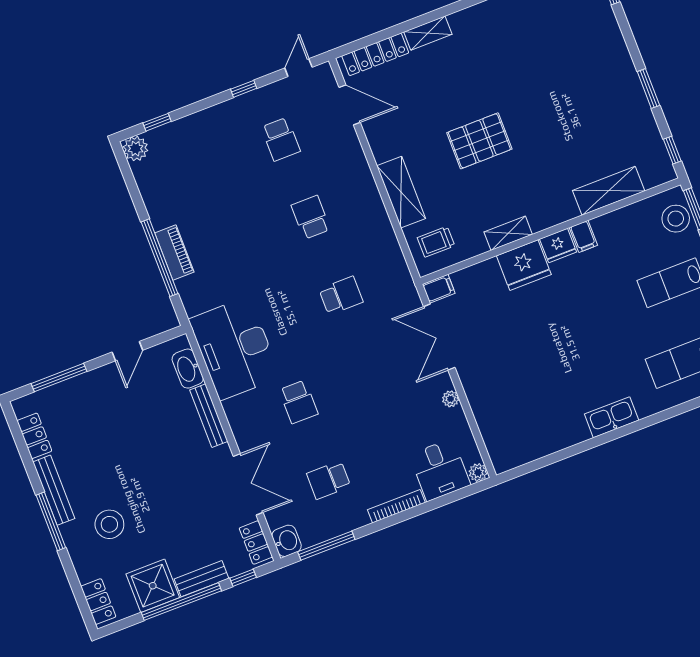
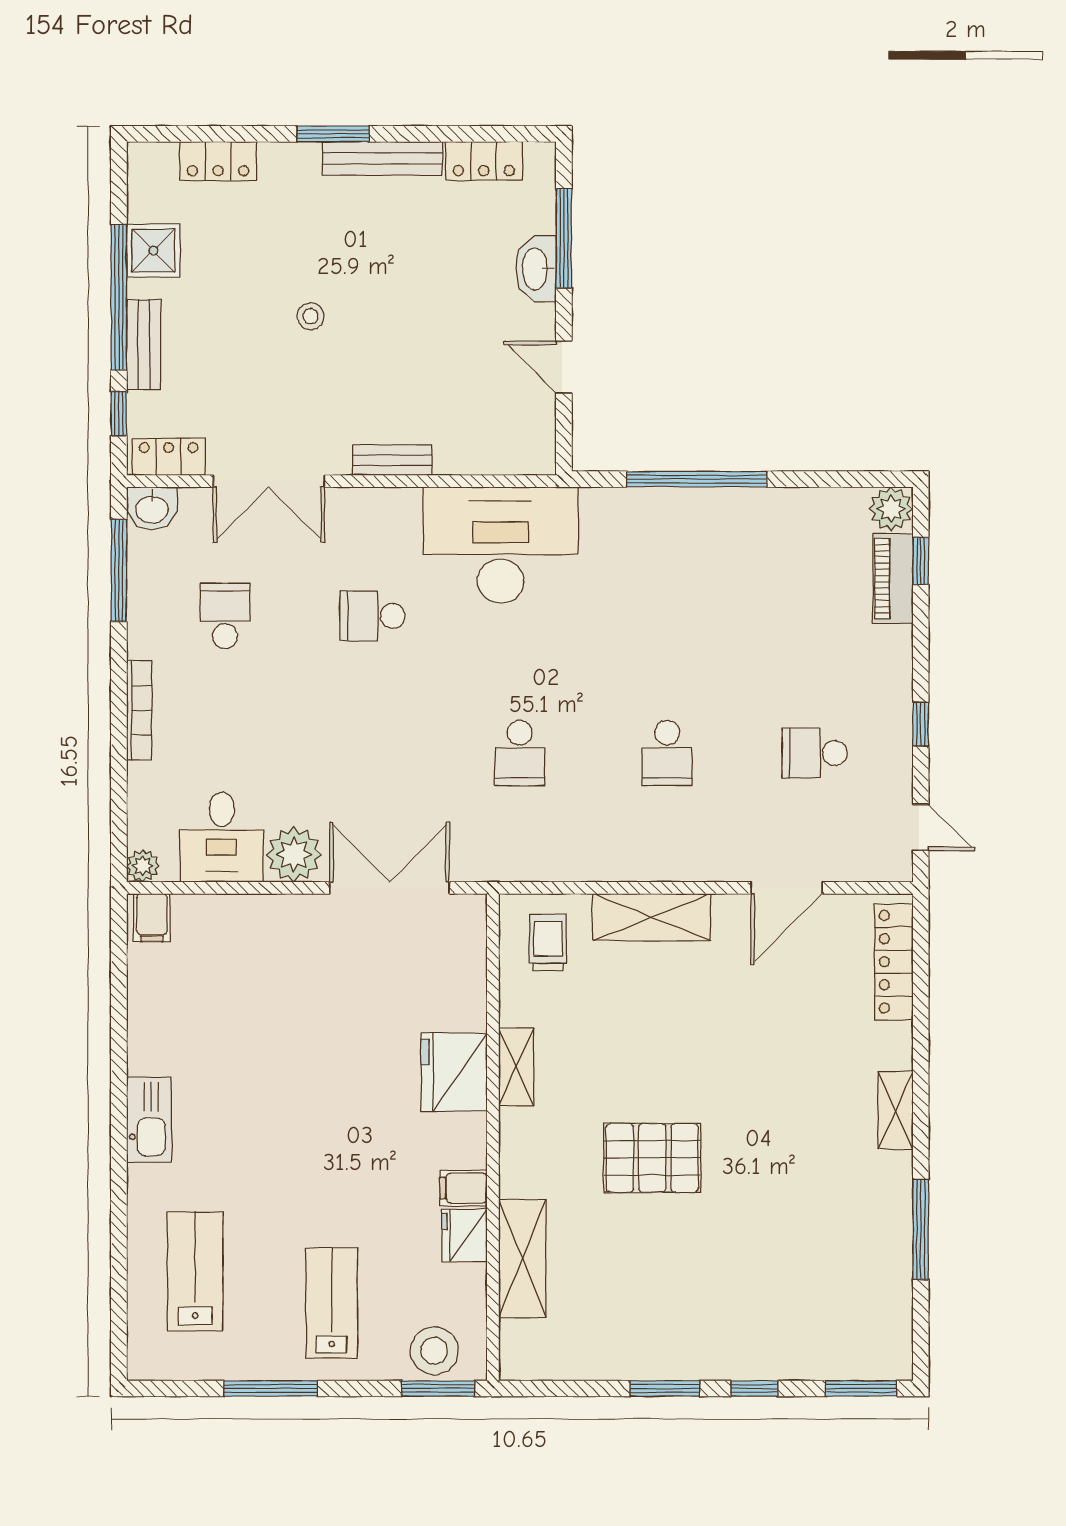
shelving: (428, 33) -> (896, 1110), moved
door: (350, 105) -> (787, 888), moved
pallet: (479, 141) -> (652, 1158), moved, turned 90
window: (672, 150) -> (754, 1388), moved
school desk: (311, 217) -> (667, 753), turned 90
fridge: (558, 246) -> (464, 1235), moved
piano: (174, 253) -> (893, 579), moved, turned 90
filing cabinet: (439, 289) -> (152, 918), moved
washbasin: (188, 369) -> (536, 269), moved, turned -90
plant: (451, 399) -> (294, 854), width x1.88, depth x1.88
bench: (209, 416) -> (392, 460), width x0.73
desk: (440, 470) -> (222, 837), moved, turned -90
window: (51, 521) -> (333, 134), width x0.69
stool: (109, 524) -> (310, 316), moved, width x0.53, depth x0.53
shower: (153, 586) -> (153, 251), width x0.73, depth x0.73
locker: (98, 602) -> (218, 161), moved

